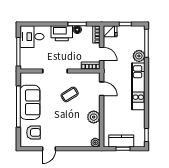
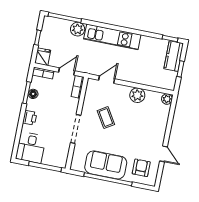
printer: (62, 33) -> (30, 118), width x0.53, depth x0.68
kitchen counter: (121, 141) -> (174, 56), moved

